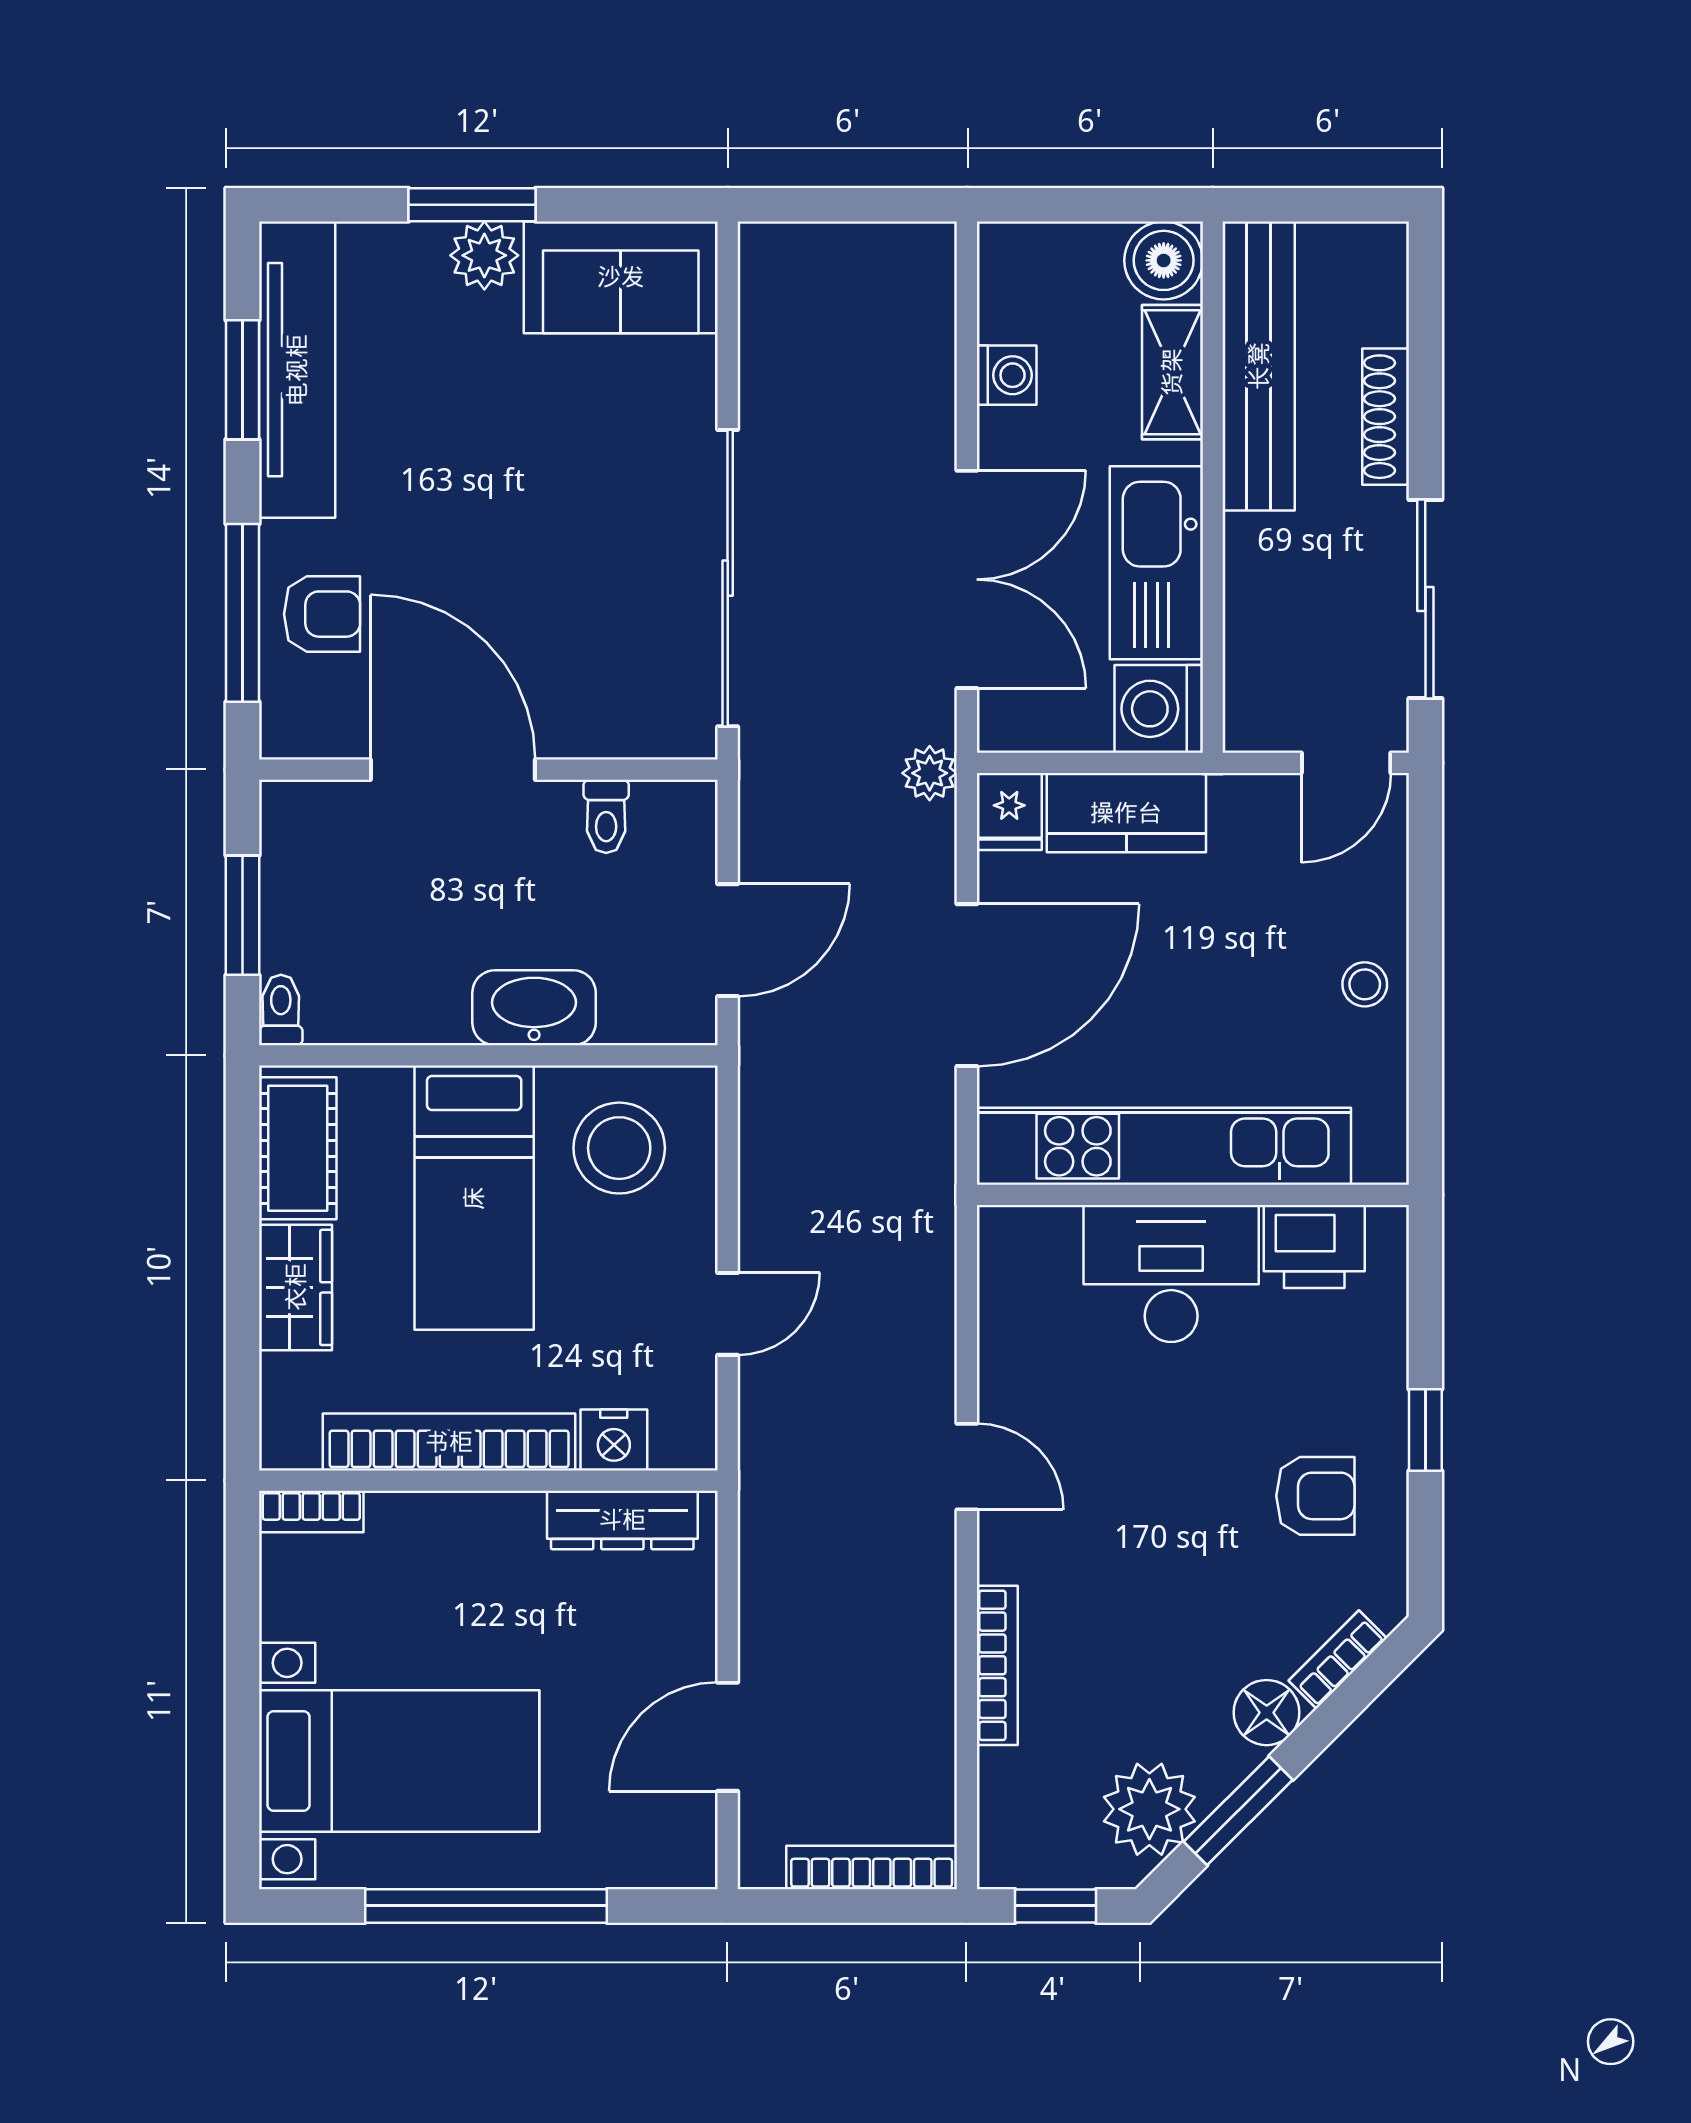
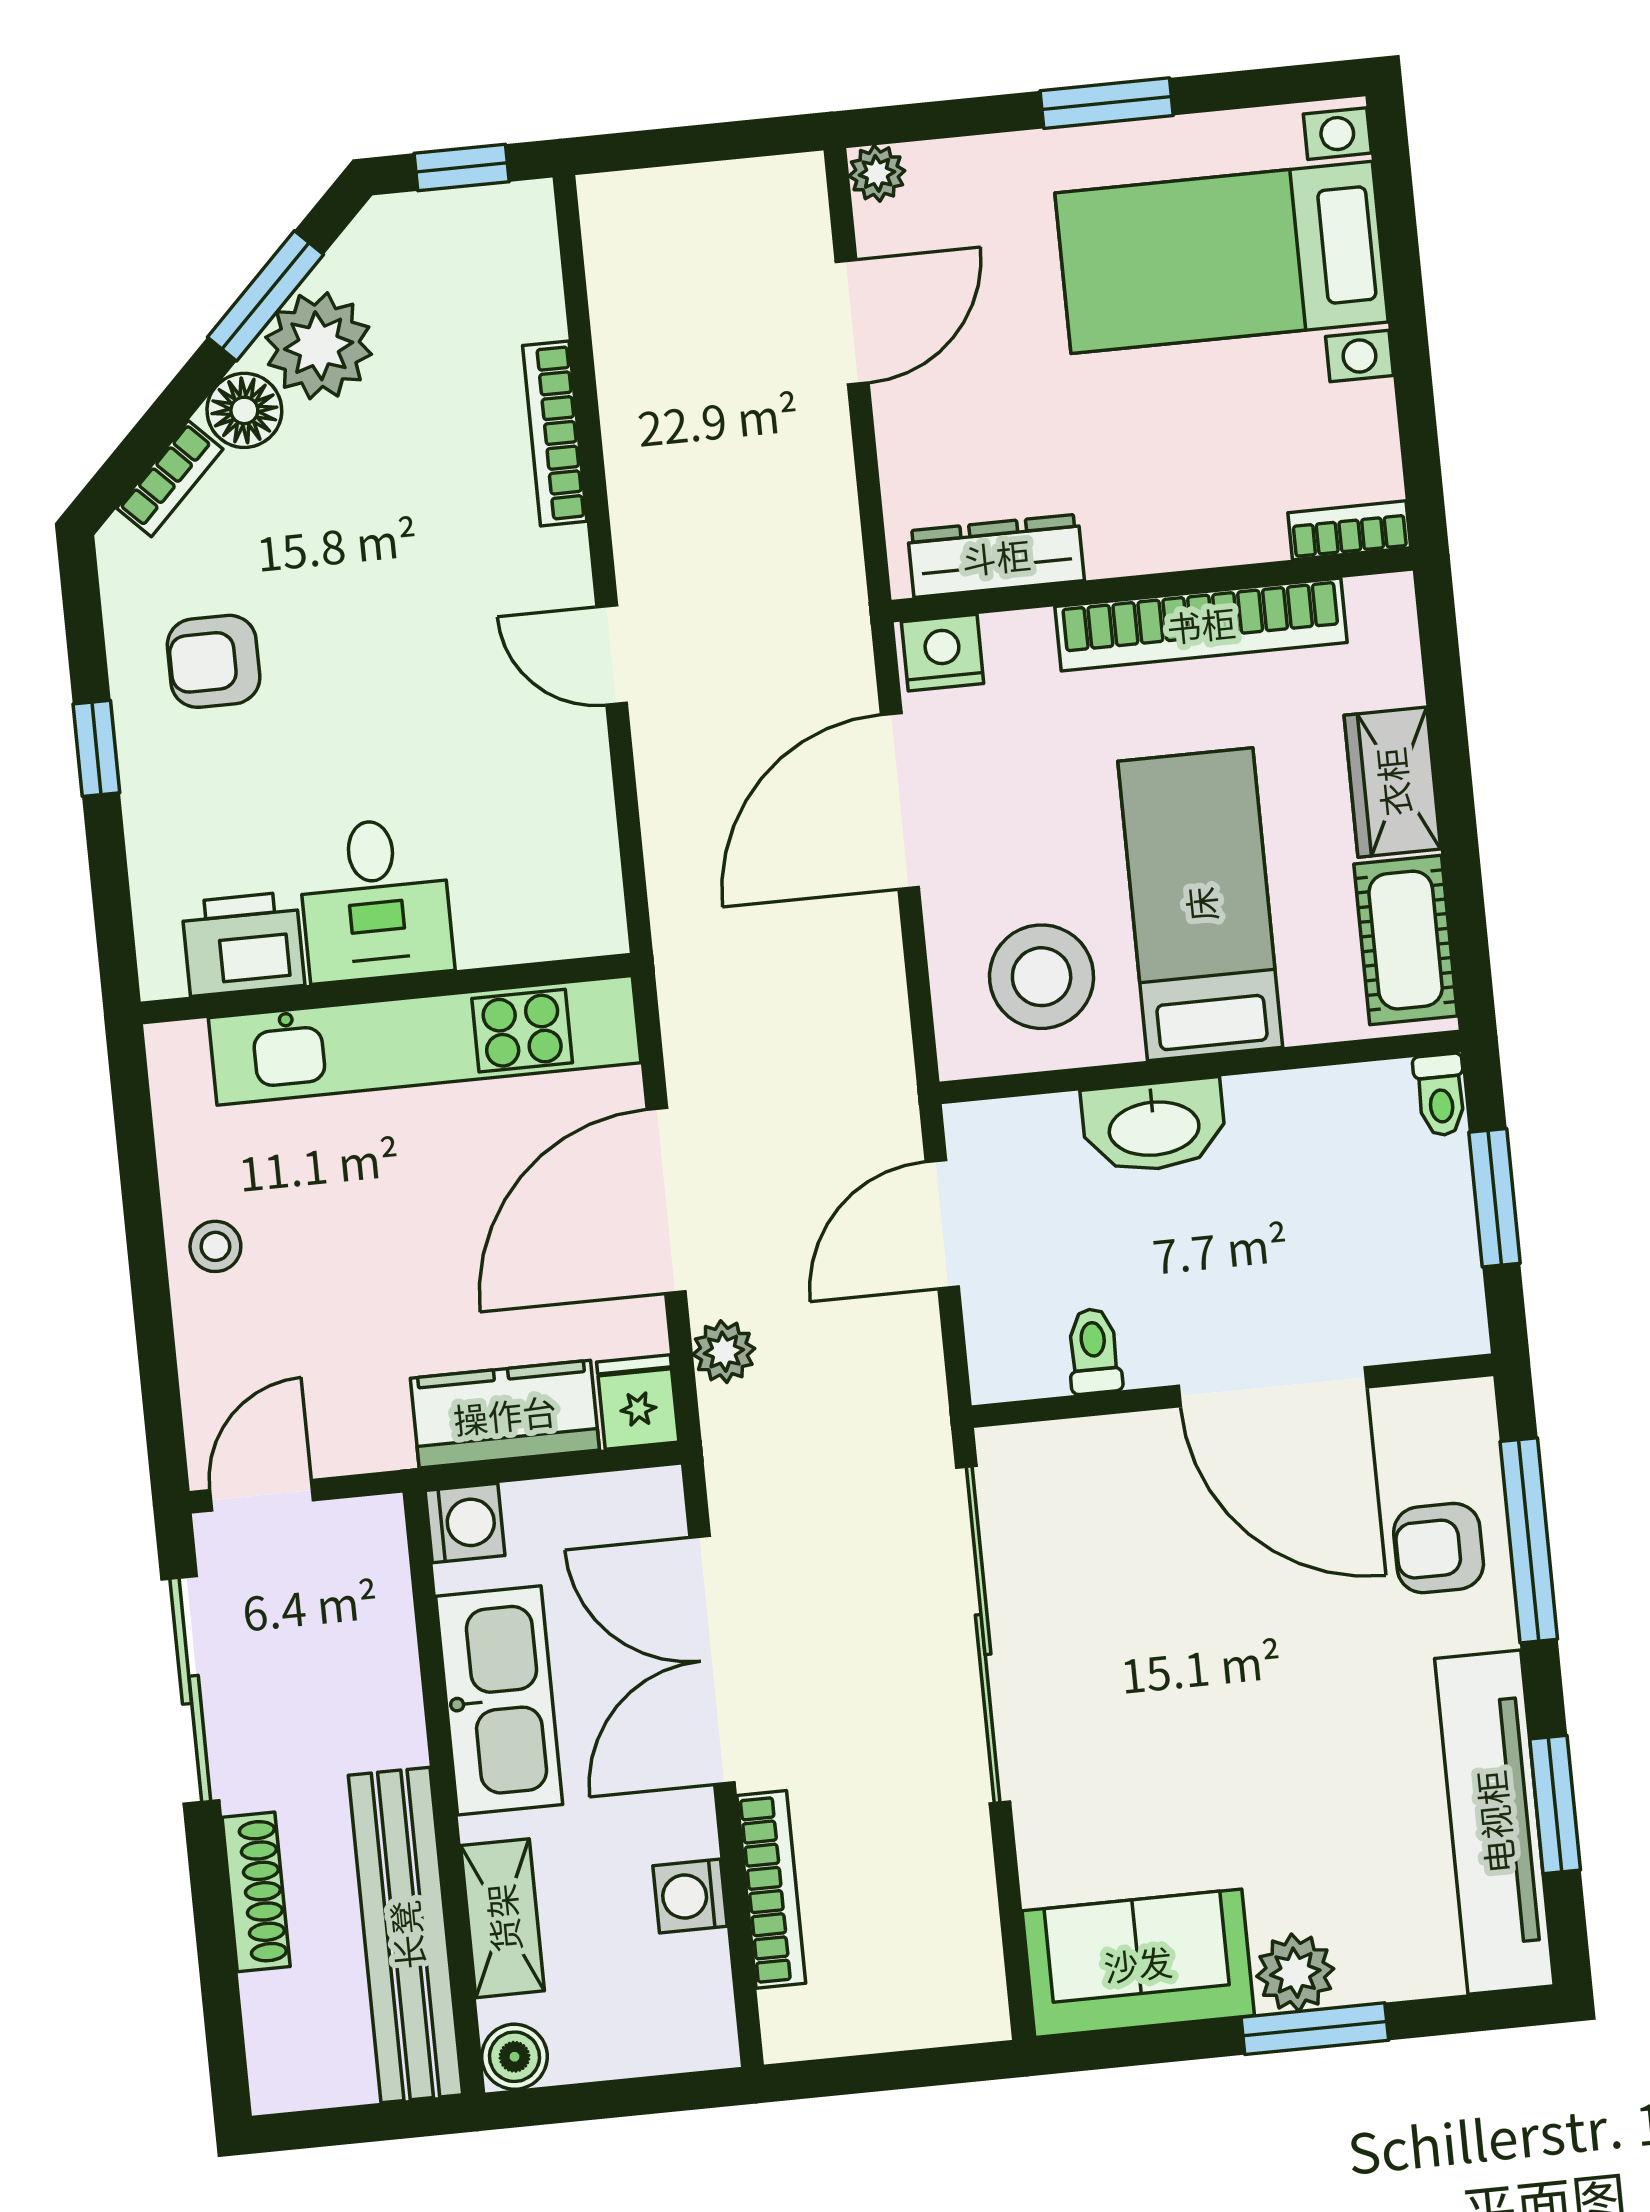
boiler: (1164, 260) -> (514, 2057), width x0.73, depth x0.73
washing machine: (1159, 709) -> (465, 1523), width x0.73, depth x0.73
plant: (930, 773) -> (724, 1352), moved
desk: (1171, 1274) -> (375, 900), width x0.73
door: (728, 1314) -> (900, 801), width x1.88
nightstand: (614, 1440) -> (943, 653), moved
plant: (1149, 1809) -> (319, 346), moved
plant: (693, 1865) -> (877, 173), added
bookcase: (872, 1867) -> (771, 1889), moved, turned -90
window: (486, 1906) -> (1107, 103), width x0.47

